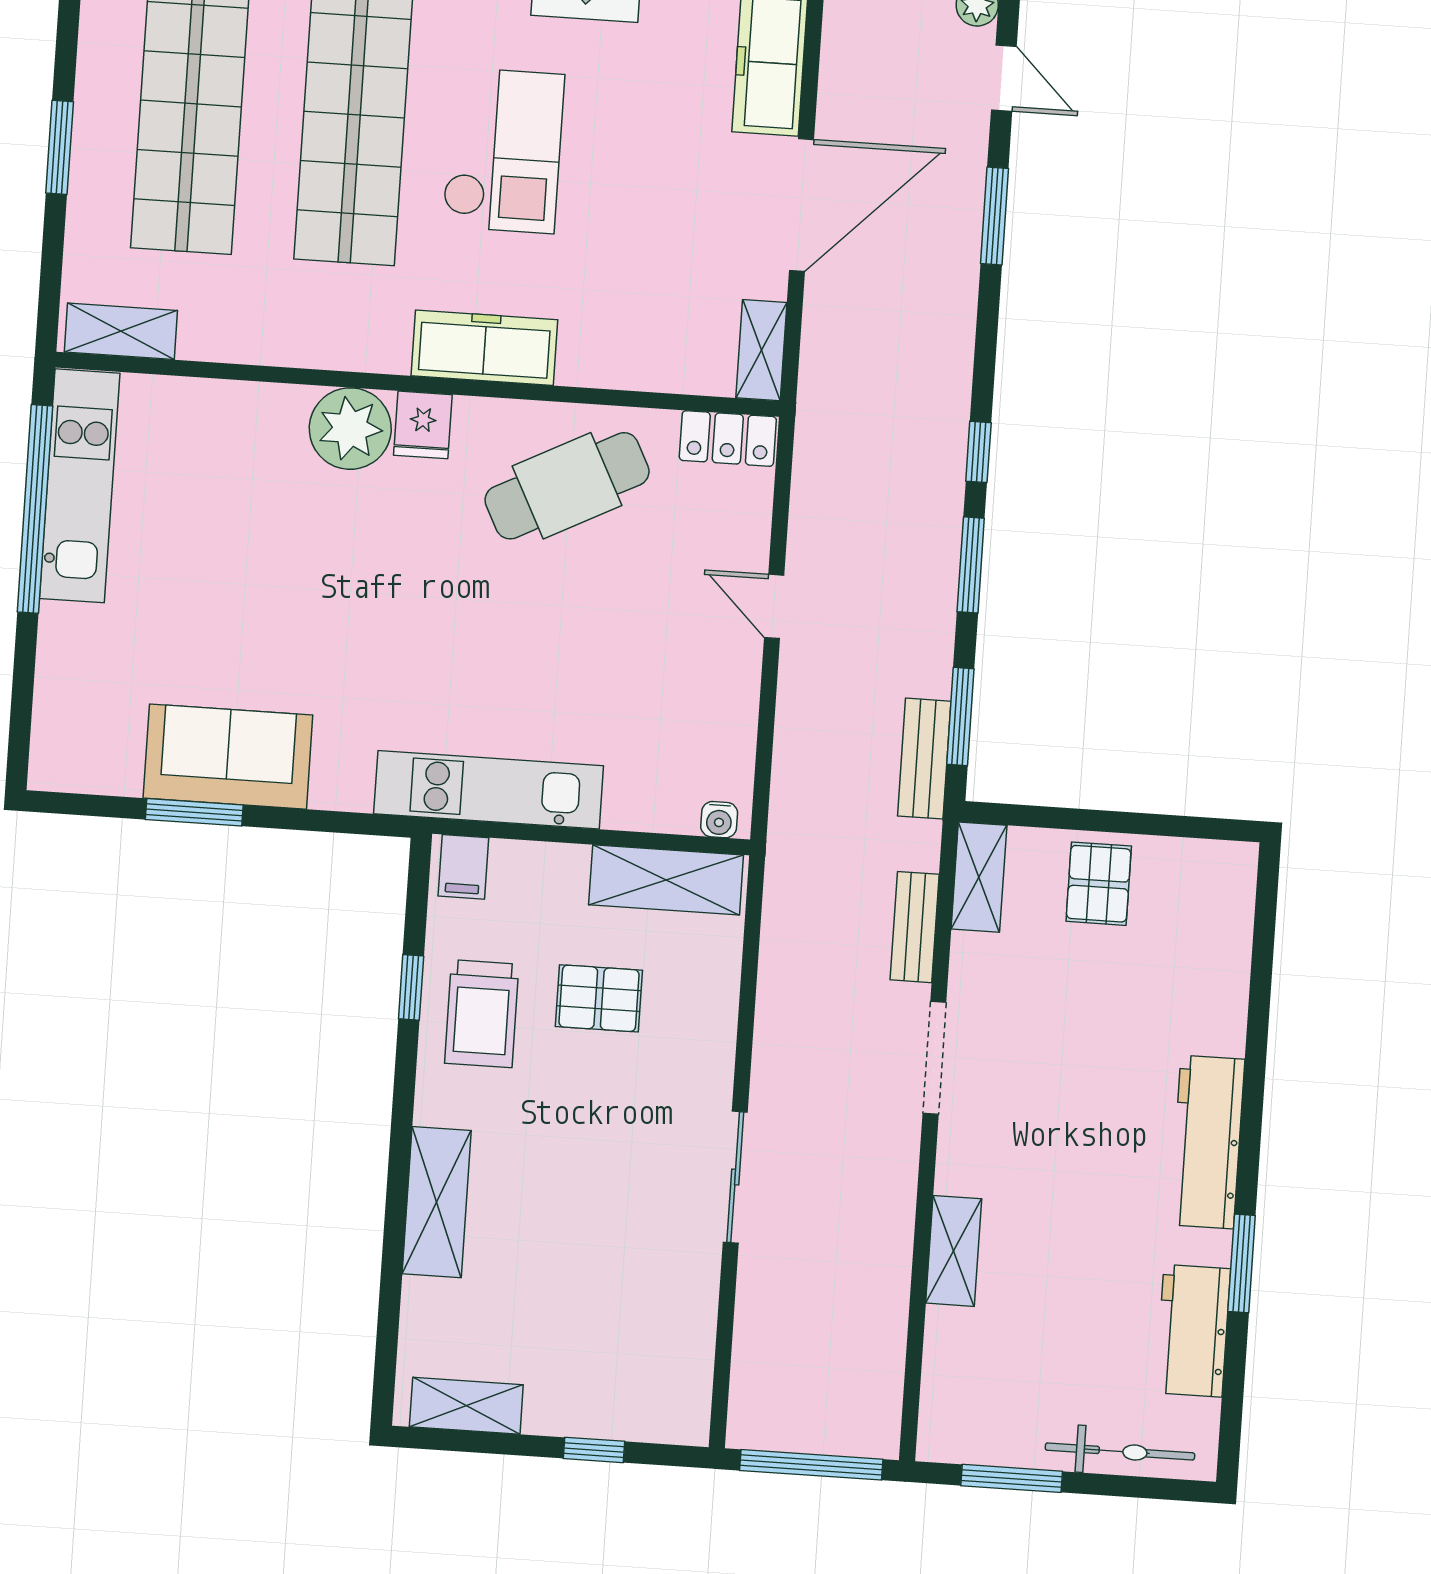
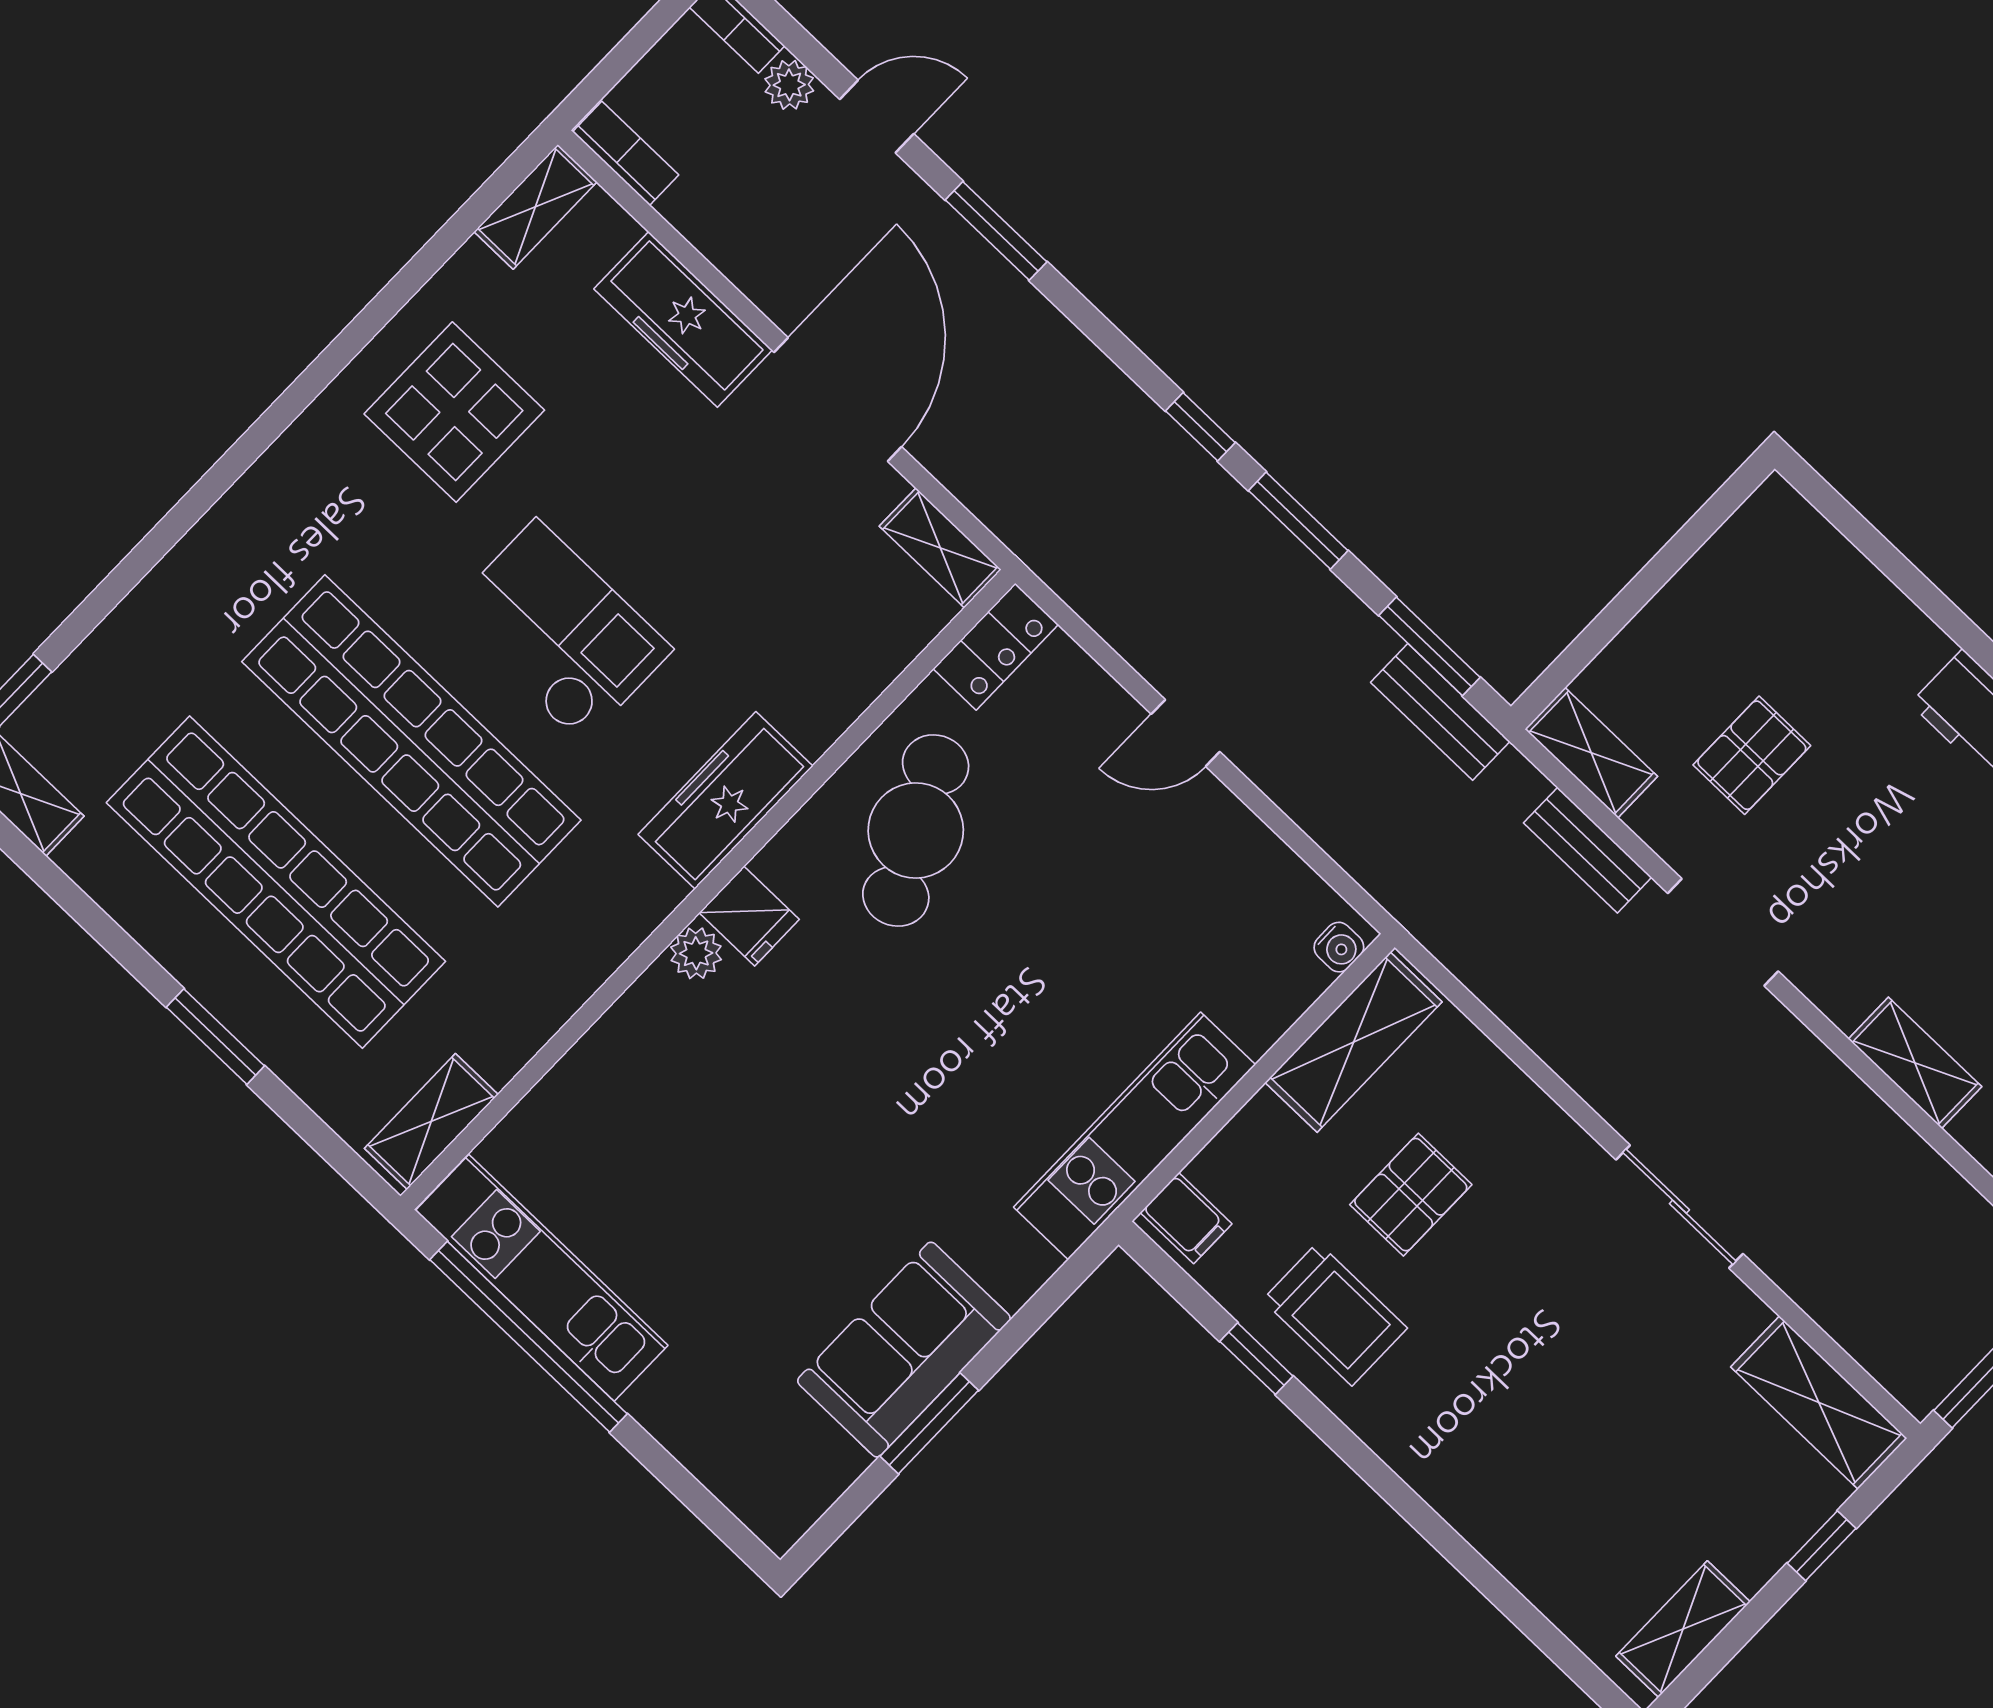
plant: (350, 429) -> (696, 953), width x0.53, depth x0.53
pallet: (1099, 884) -> (1752, 755), moved, turned 90
shelving: (437, 1202) -> (1819, 1403), moved

